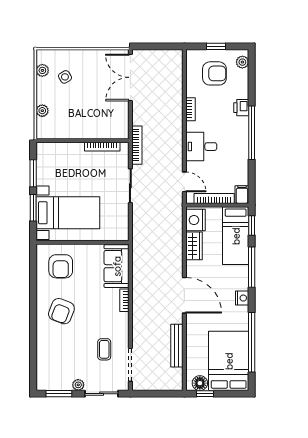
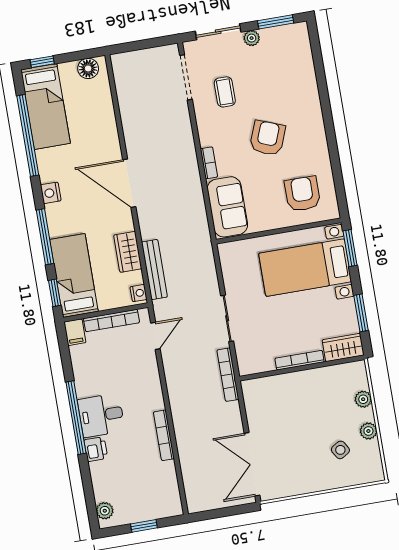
plant: (42, 70) -> (368, 431), moved
armchair: (214, 73) -> (140, 489), removed
double door: (130, 77) -> (252, 464), swing flipped
bookcase: (190, 109) -> (164, 435), width x1.56
bookcase: (102, 147) -> (299, 360), moved
desk: (201, 147) -> (101, 415), moved, turned 180
wardrobe: (50, 150) -> (343, 348), added
door: (184, 182) -> (155, 336), swing flipped
window: (33, 208) -> (350, 248), moved
nightstand: (195, 220) -> (139, 293), width x0.53, depth x0.56
armchair: (61, 311) -> (268, 138), moved
bench: (177, 346) -> (154, 270), moved
bed: (229, 361) -> (45, 106), width x0.67
window: (205, 394) -> (42, 62), moved

